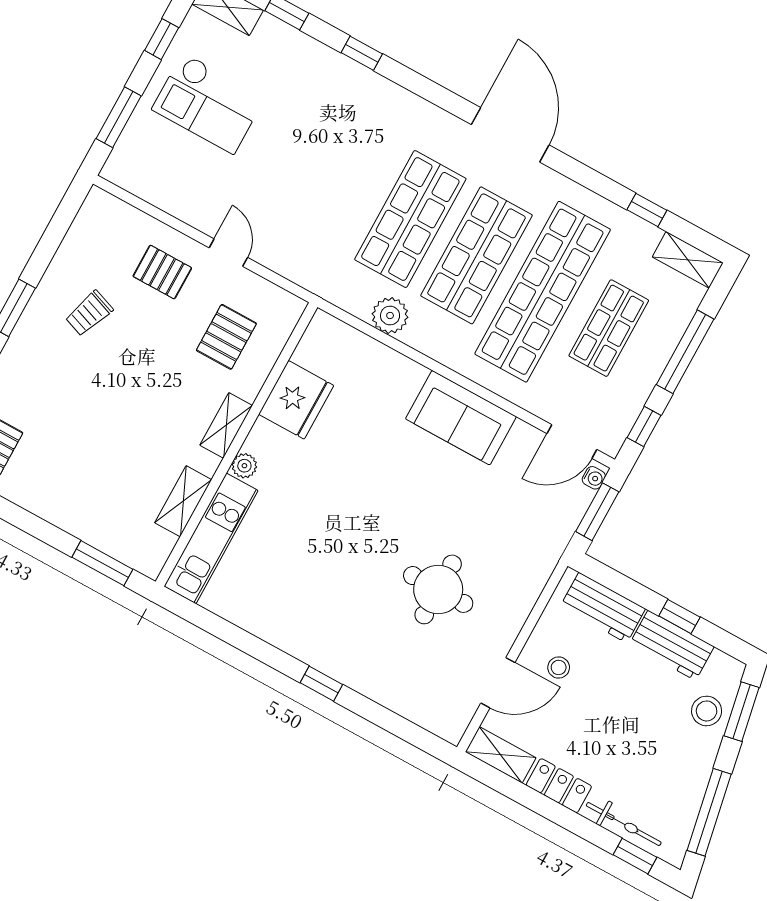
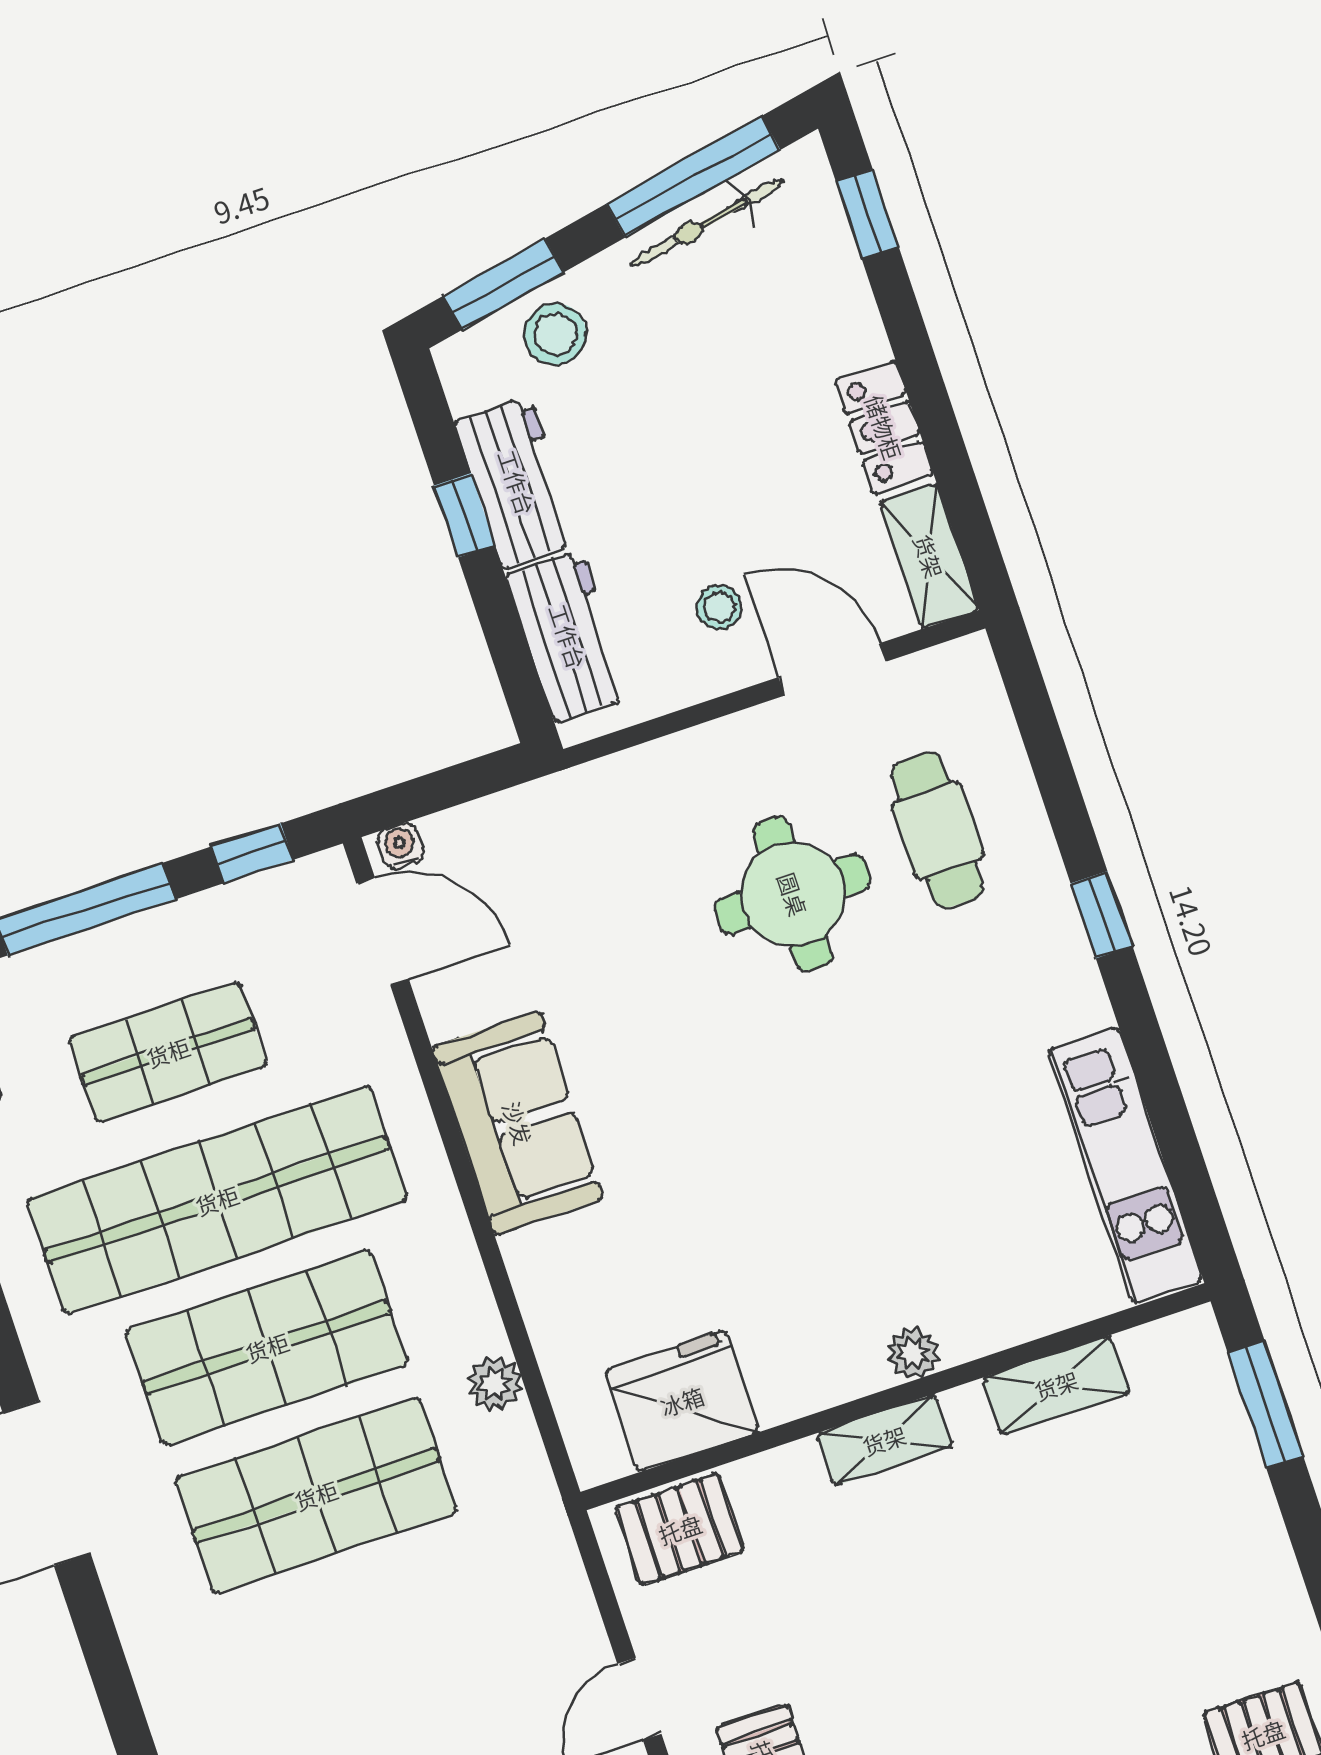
plant: (390, 316) -> (495, 1384), width x0.73, depth x0.73
pallet: (226, 337) -> (680, 1529), moved
fridge: (296, 400) -> (682, 1401), moved
window: (597, 512) -> (442, 790), removed
kitchen unit: (211, 538) -> (1125, 1165), moved, turned -90
cafe table: (408, 660) -> (937, 830), added
bicycle: (624, 824) -> (707, 223), moved, turned -101

